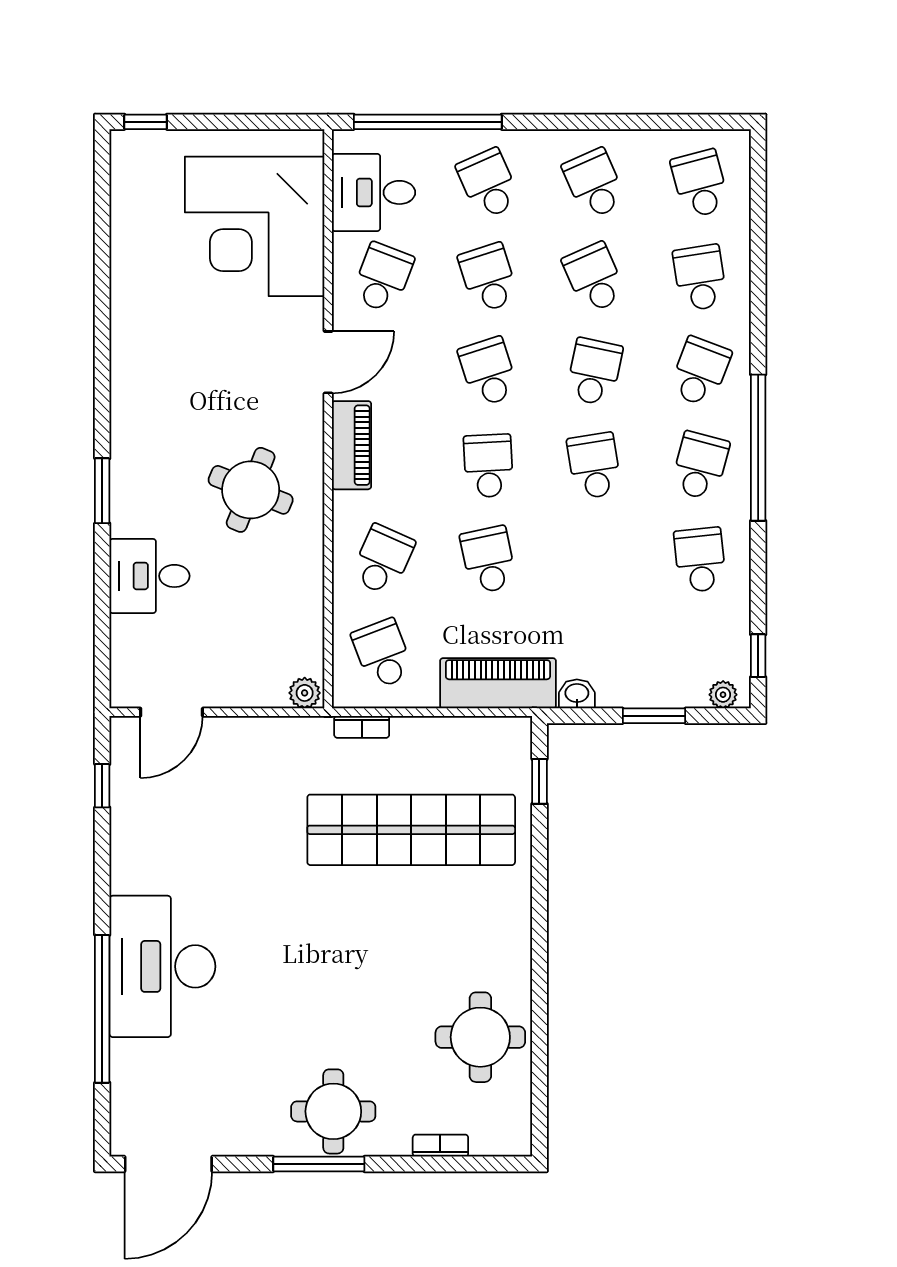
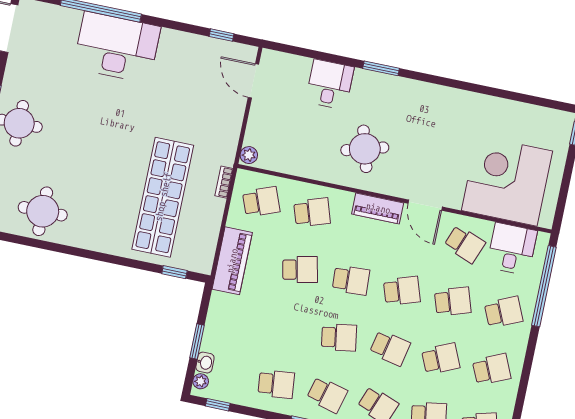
round table: (251, 490) -> (365, 149), turned -38
school desk: (383, 560) -> (312, 212), turned -42
washbasin: (577, 694) -> (205, 363), moved

